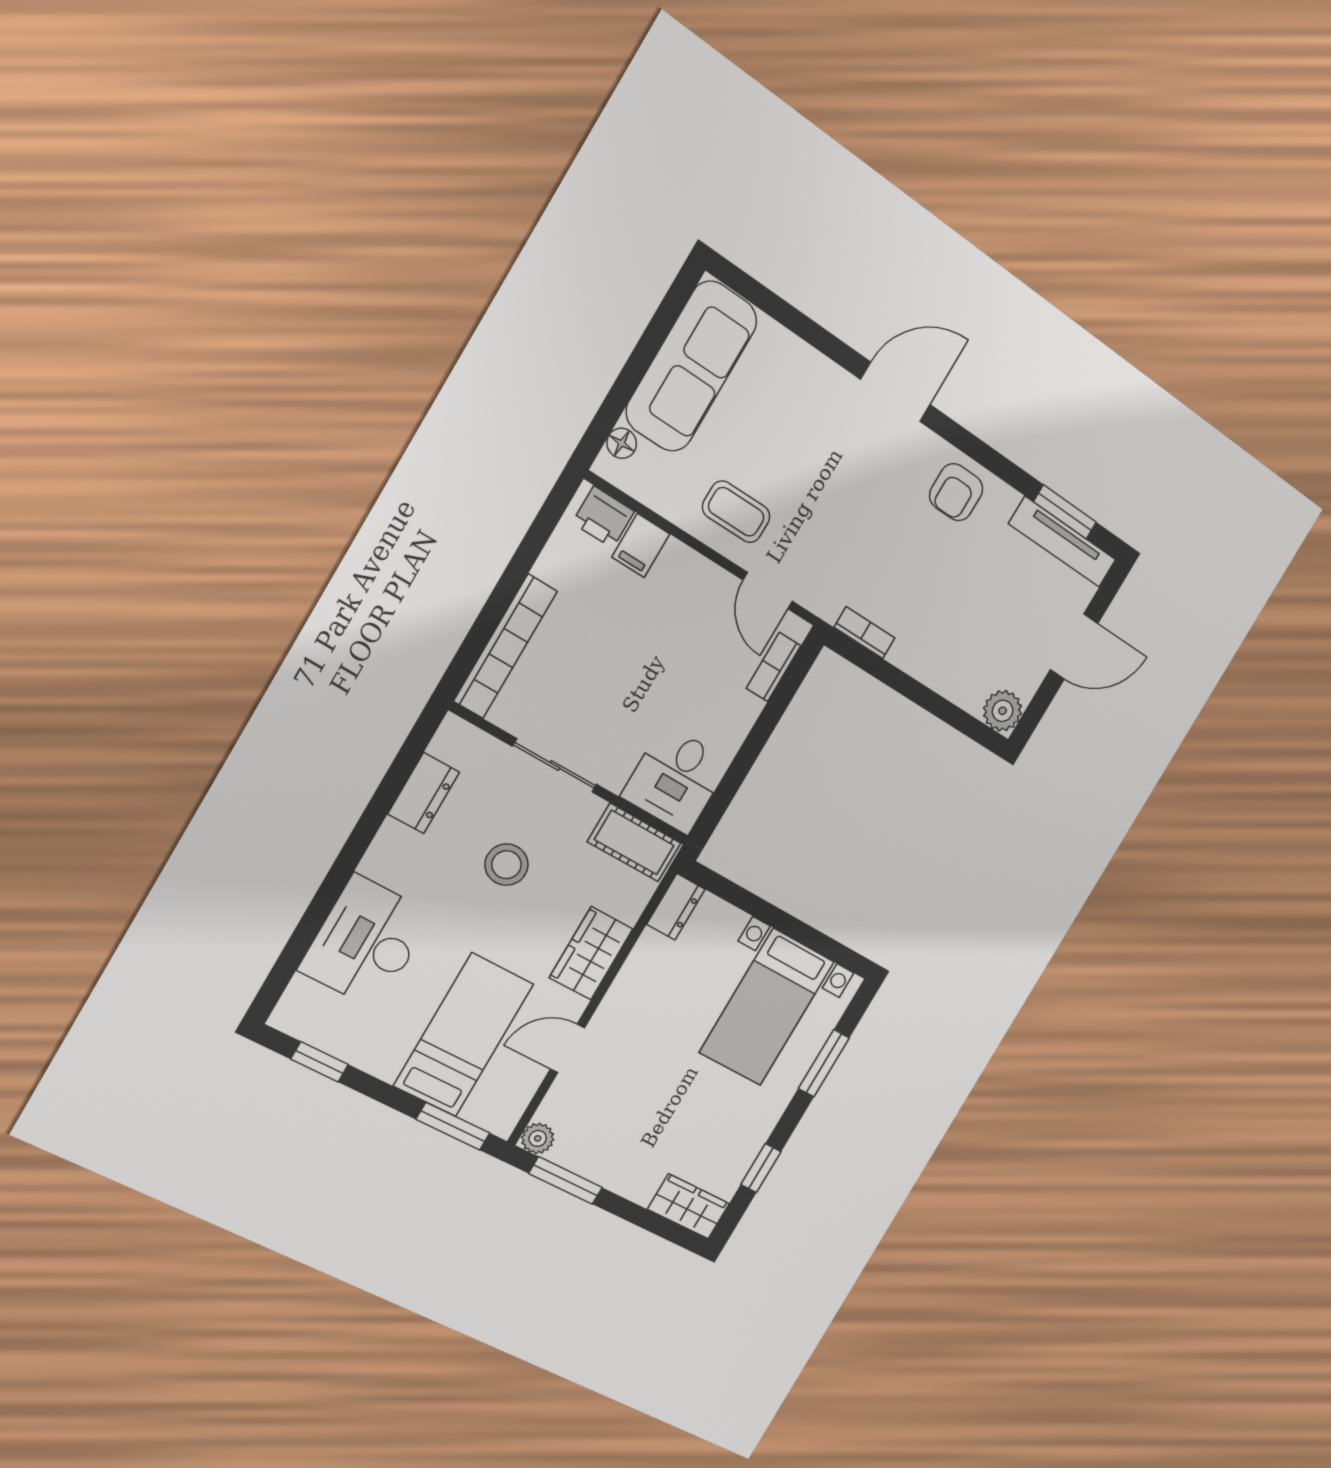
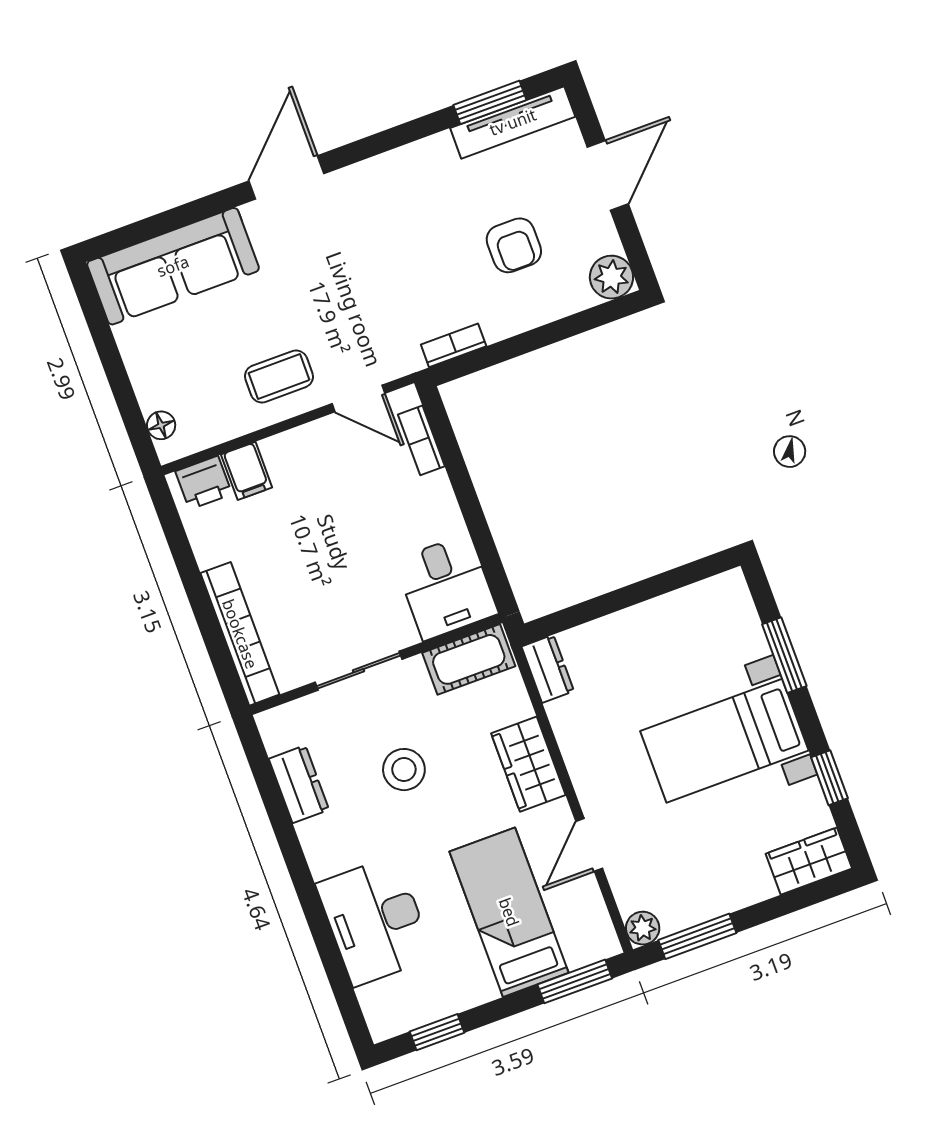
sofa: (692, 366) -> (173, 266), moved, turned 90
armchair: (956, 492) -> (514, 245), moved
bed with nightstands: (767, 1007) -> (724, 741), moved, turned 90

